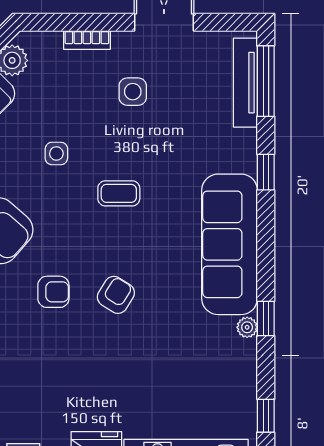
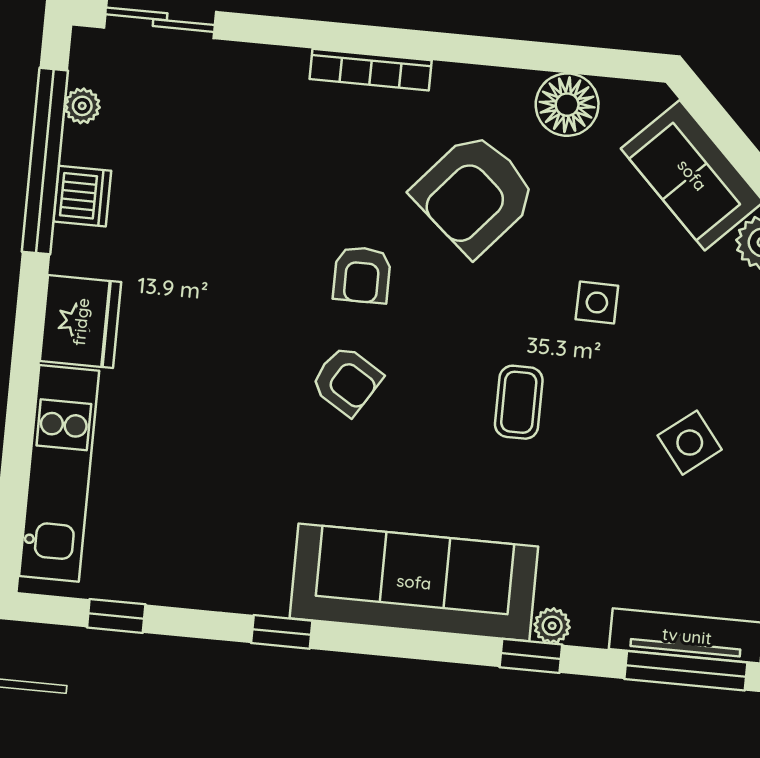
side table: (133, 92) -> (690, 443), turned -38
plant: (247, 327) -> (552, 626), moved

